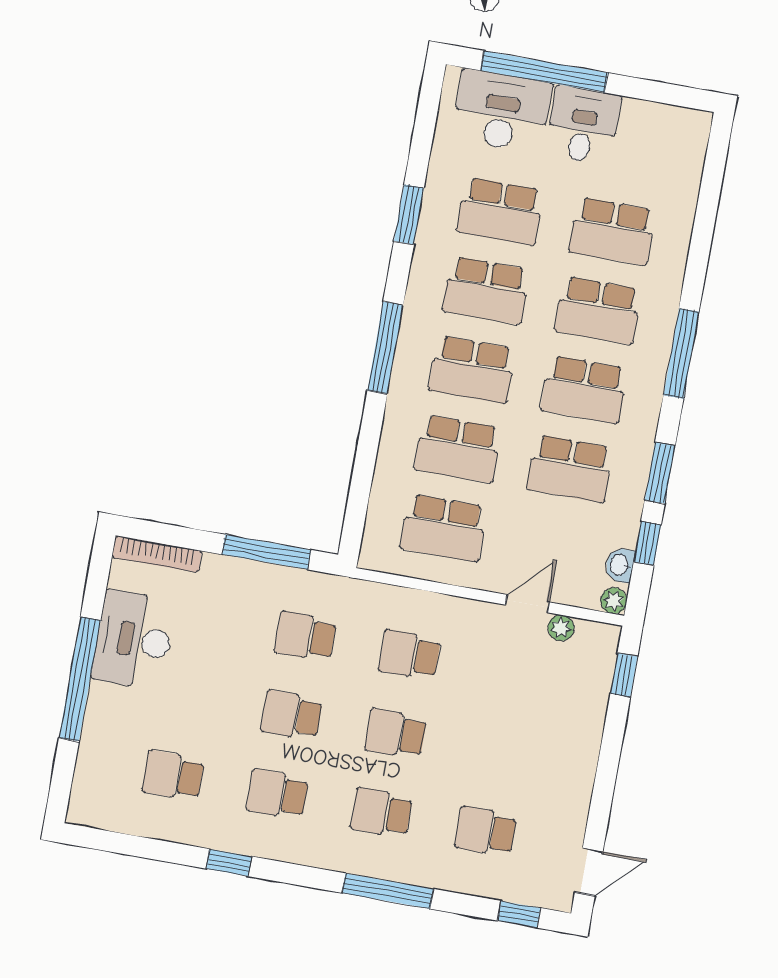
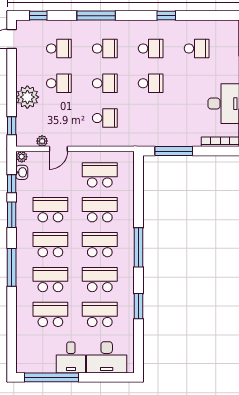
window: (544, 72) -> (52, 377), moved
school desk: (305, 636) -> (59, 83), moved
plant: (577, 734) -> (27, 97), added

